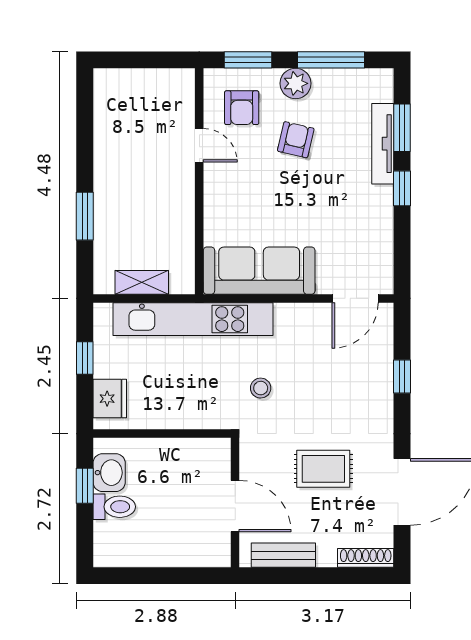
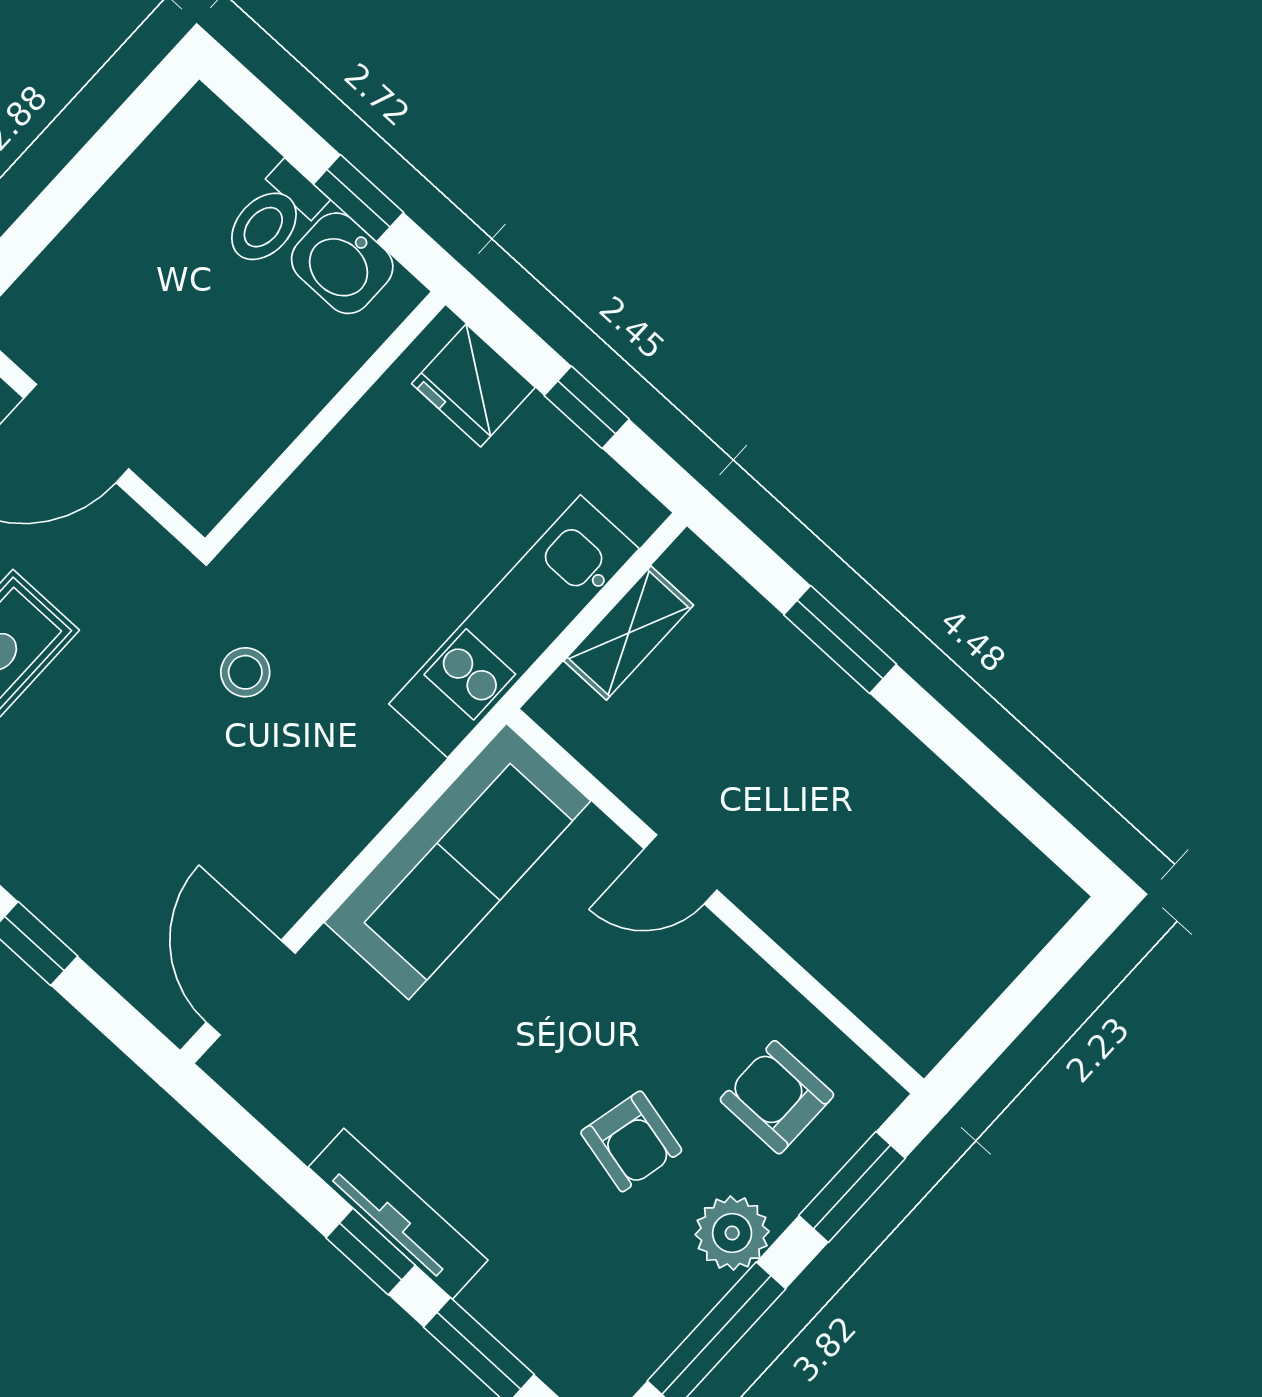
tv unit: (383, 144) -> (398, 1214), moved
door: (199, 145) -> (681, 869), moved
kitchen unit: (193, 319) -> (514, 626), width x0.73

